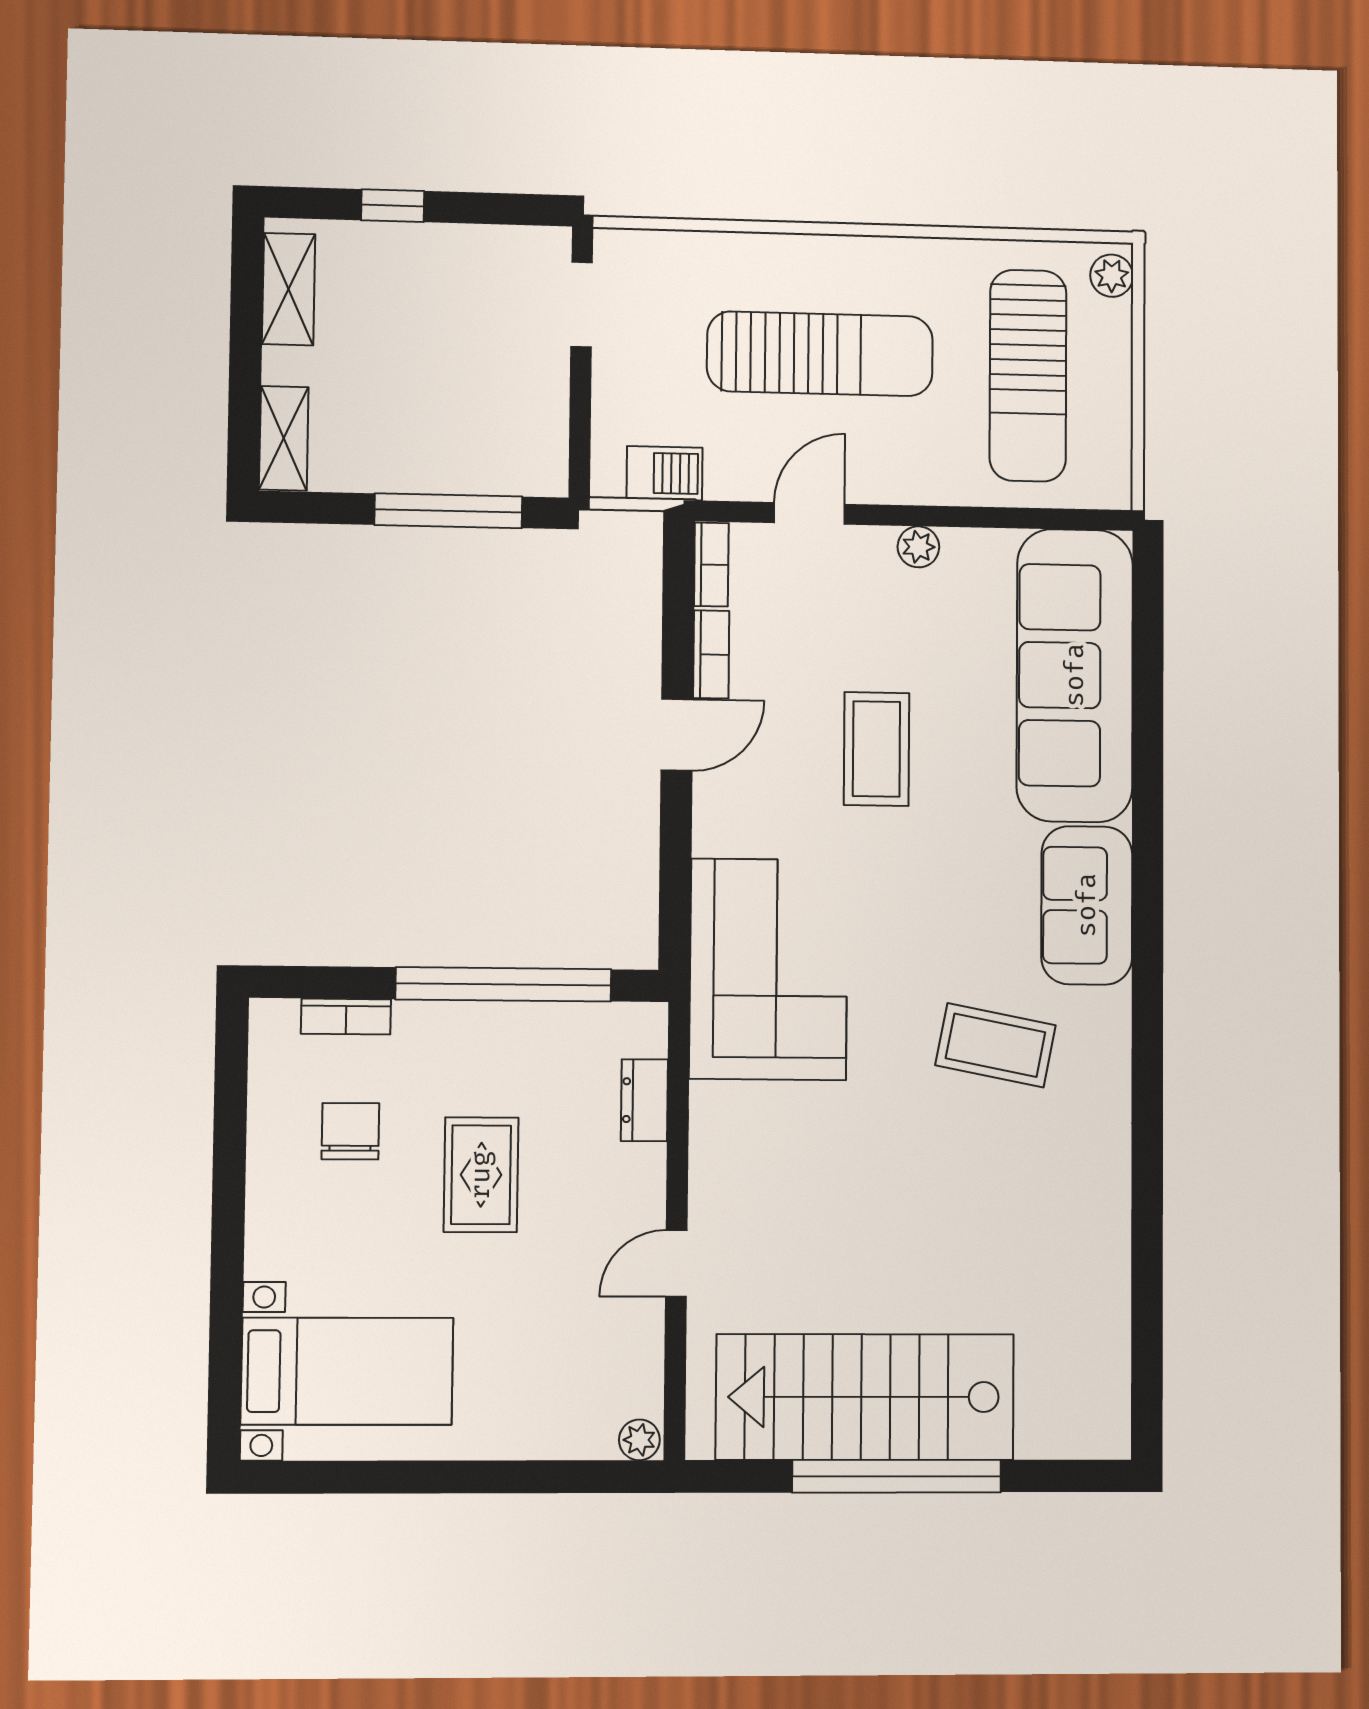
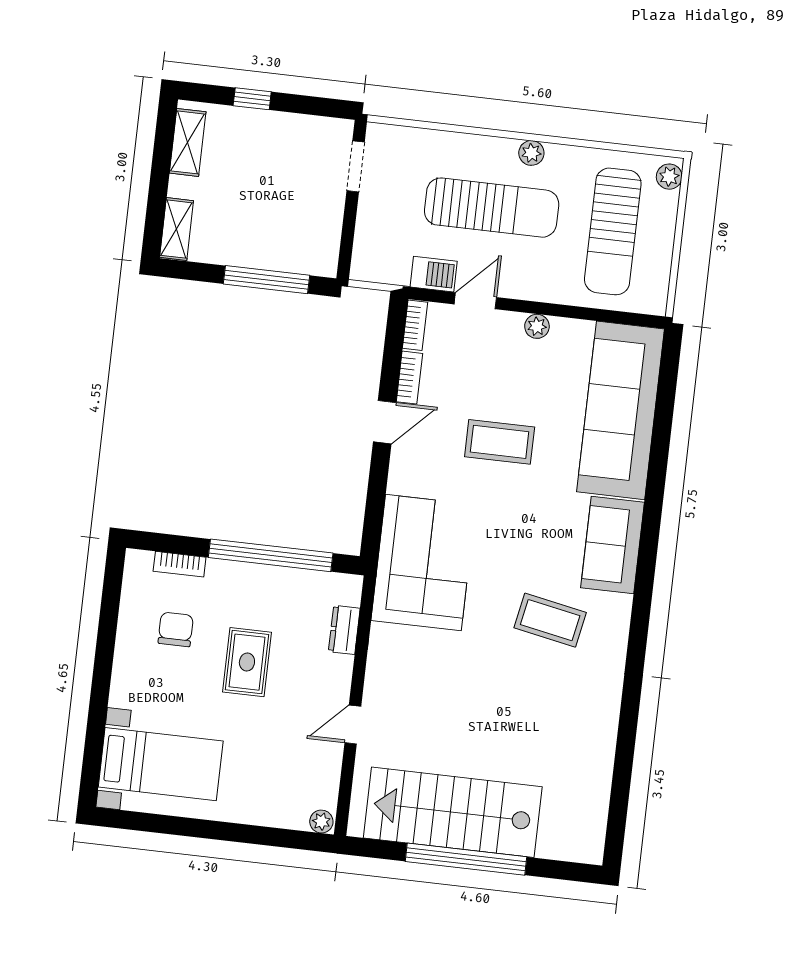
plant: (877, 256) -> (531, 153), added
barbecue: (665, 473) -> (434, 274), moved
coffee table: (876, 749) -> (500, 442), turned 90

